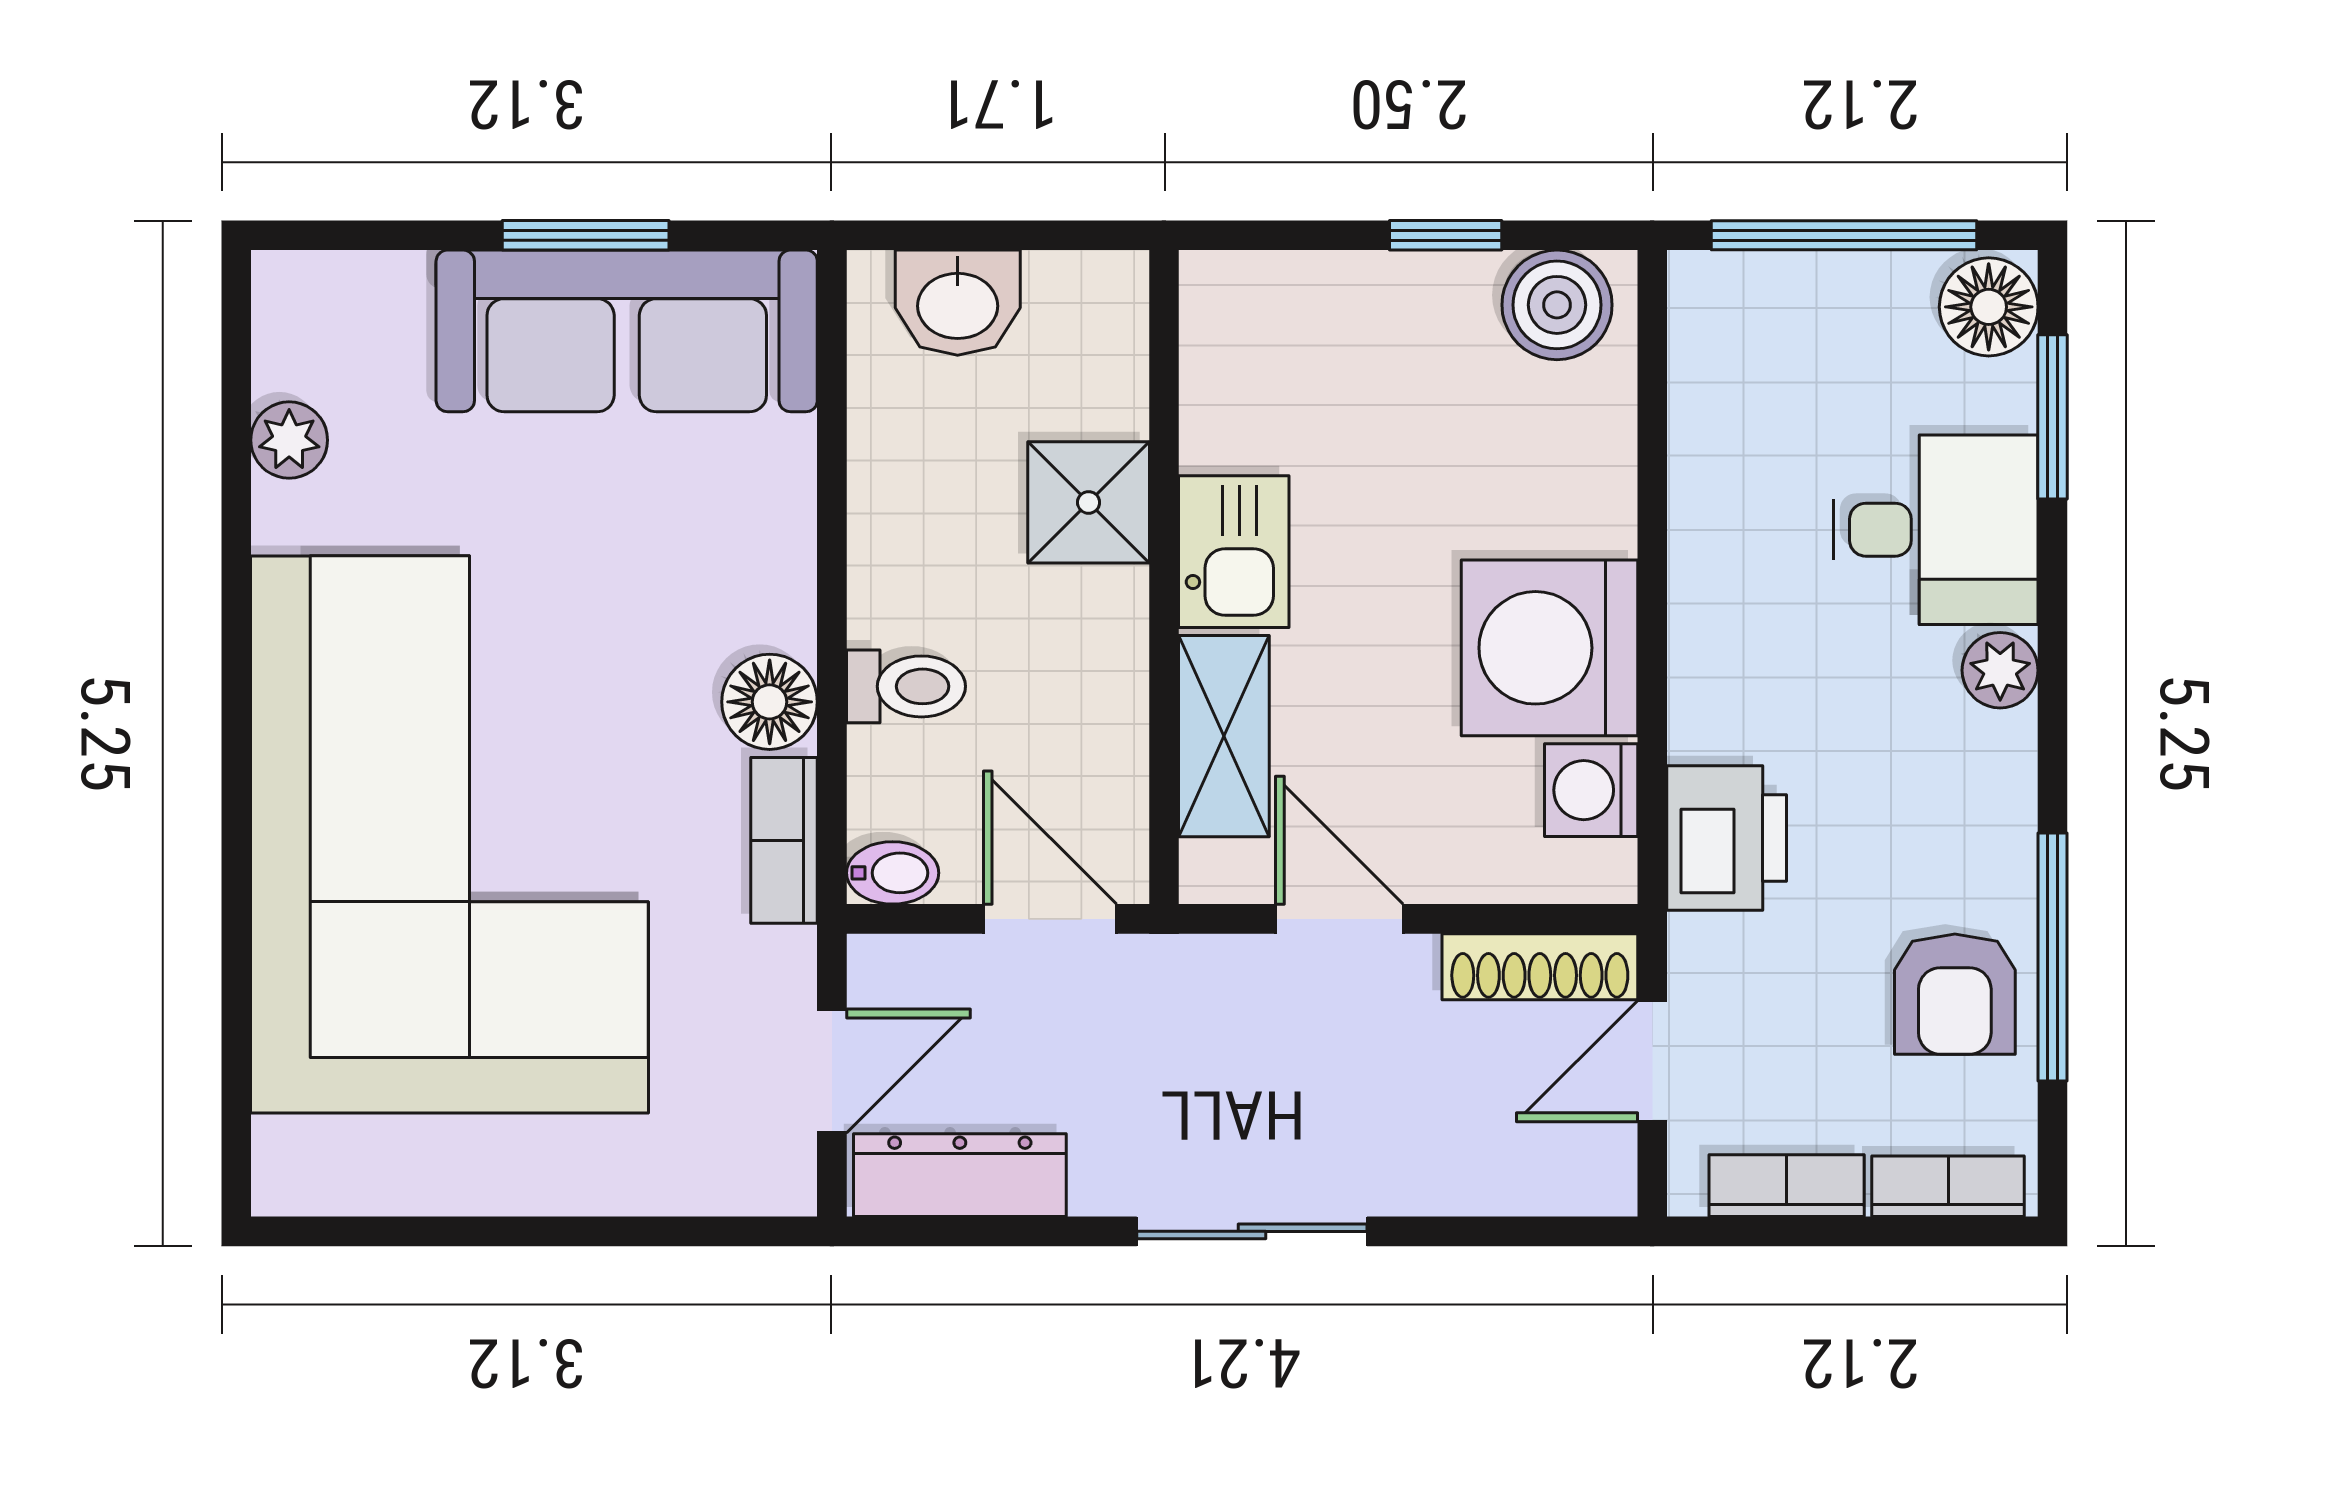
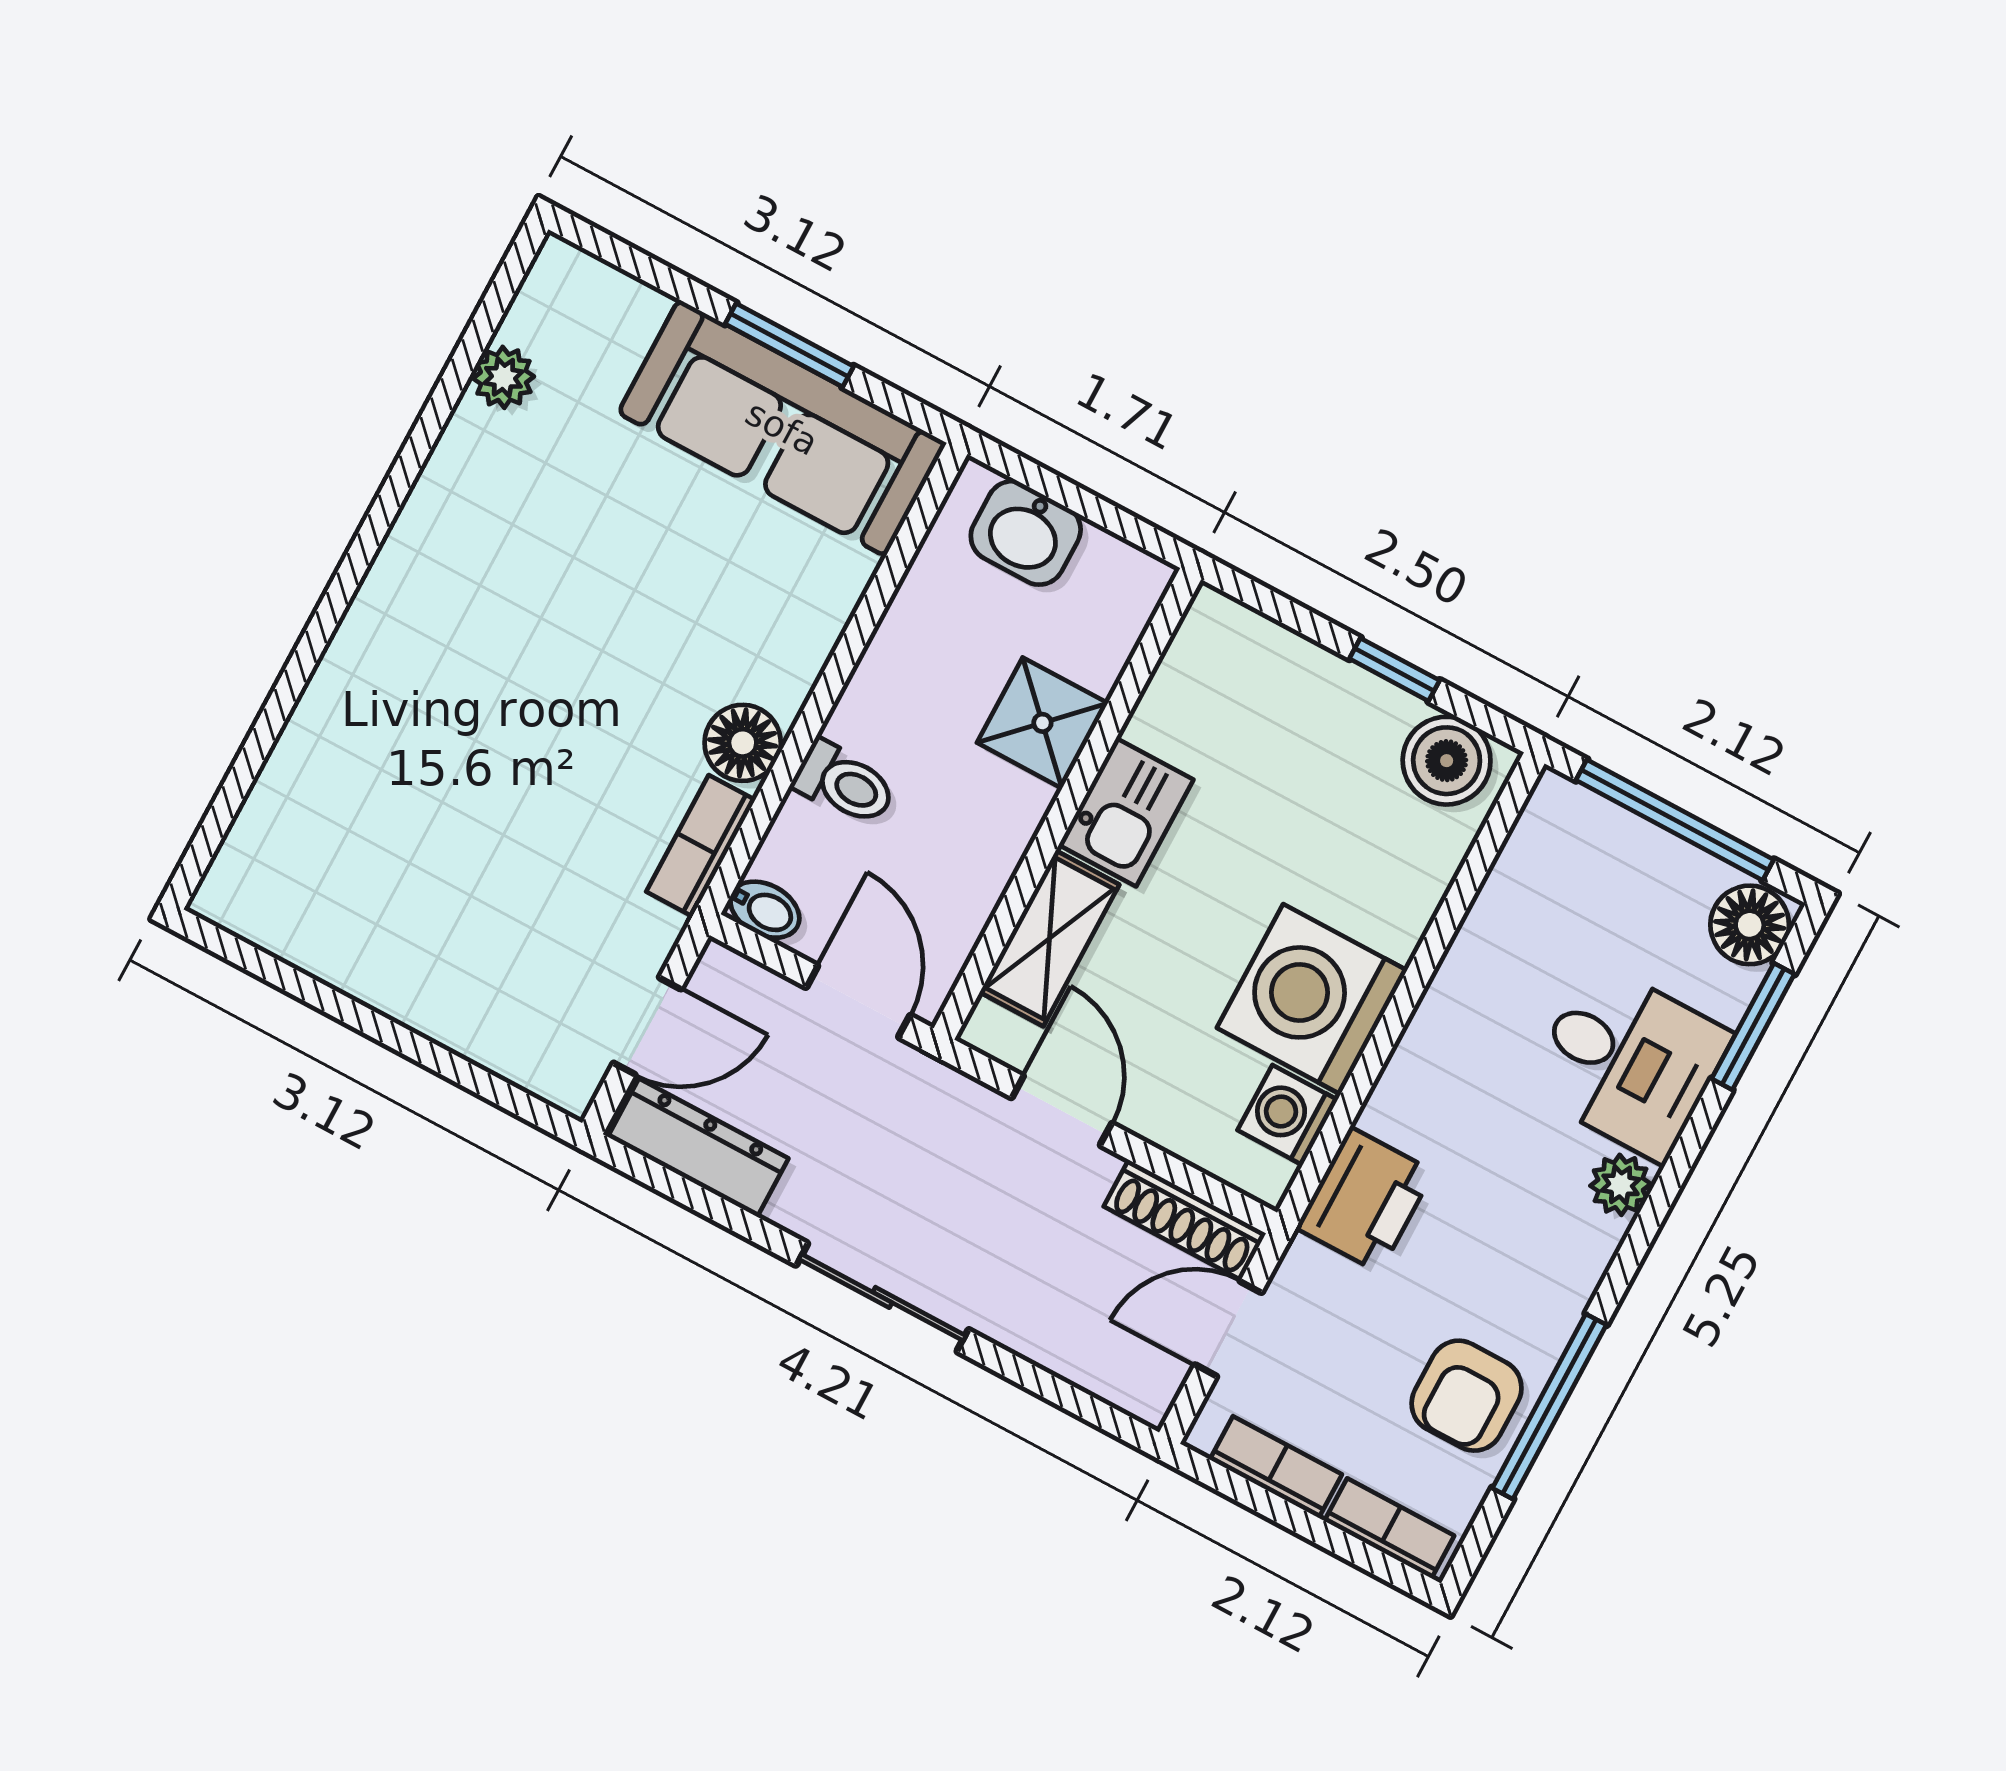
corner sofa: (449, 835) -> (467, 715), removed

